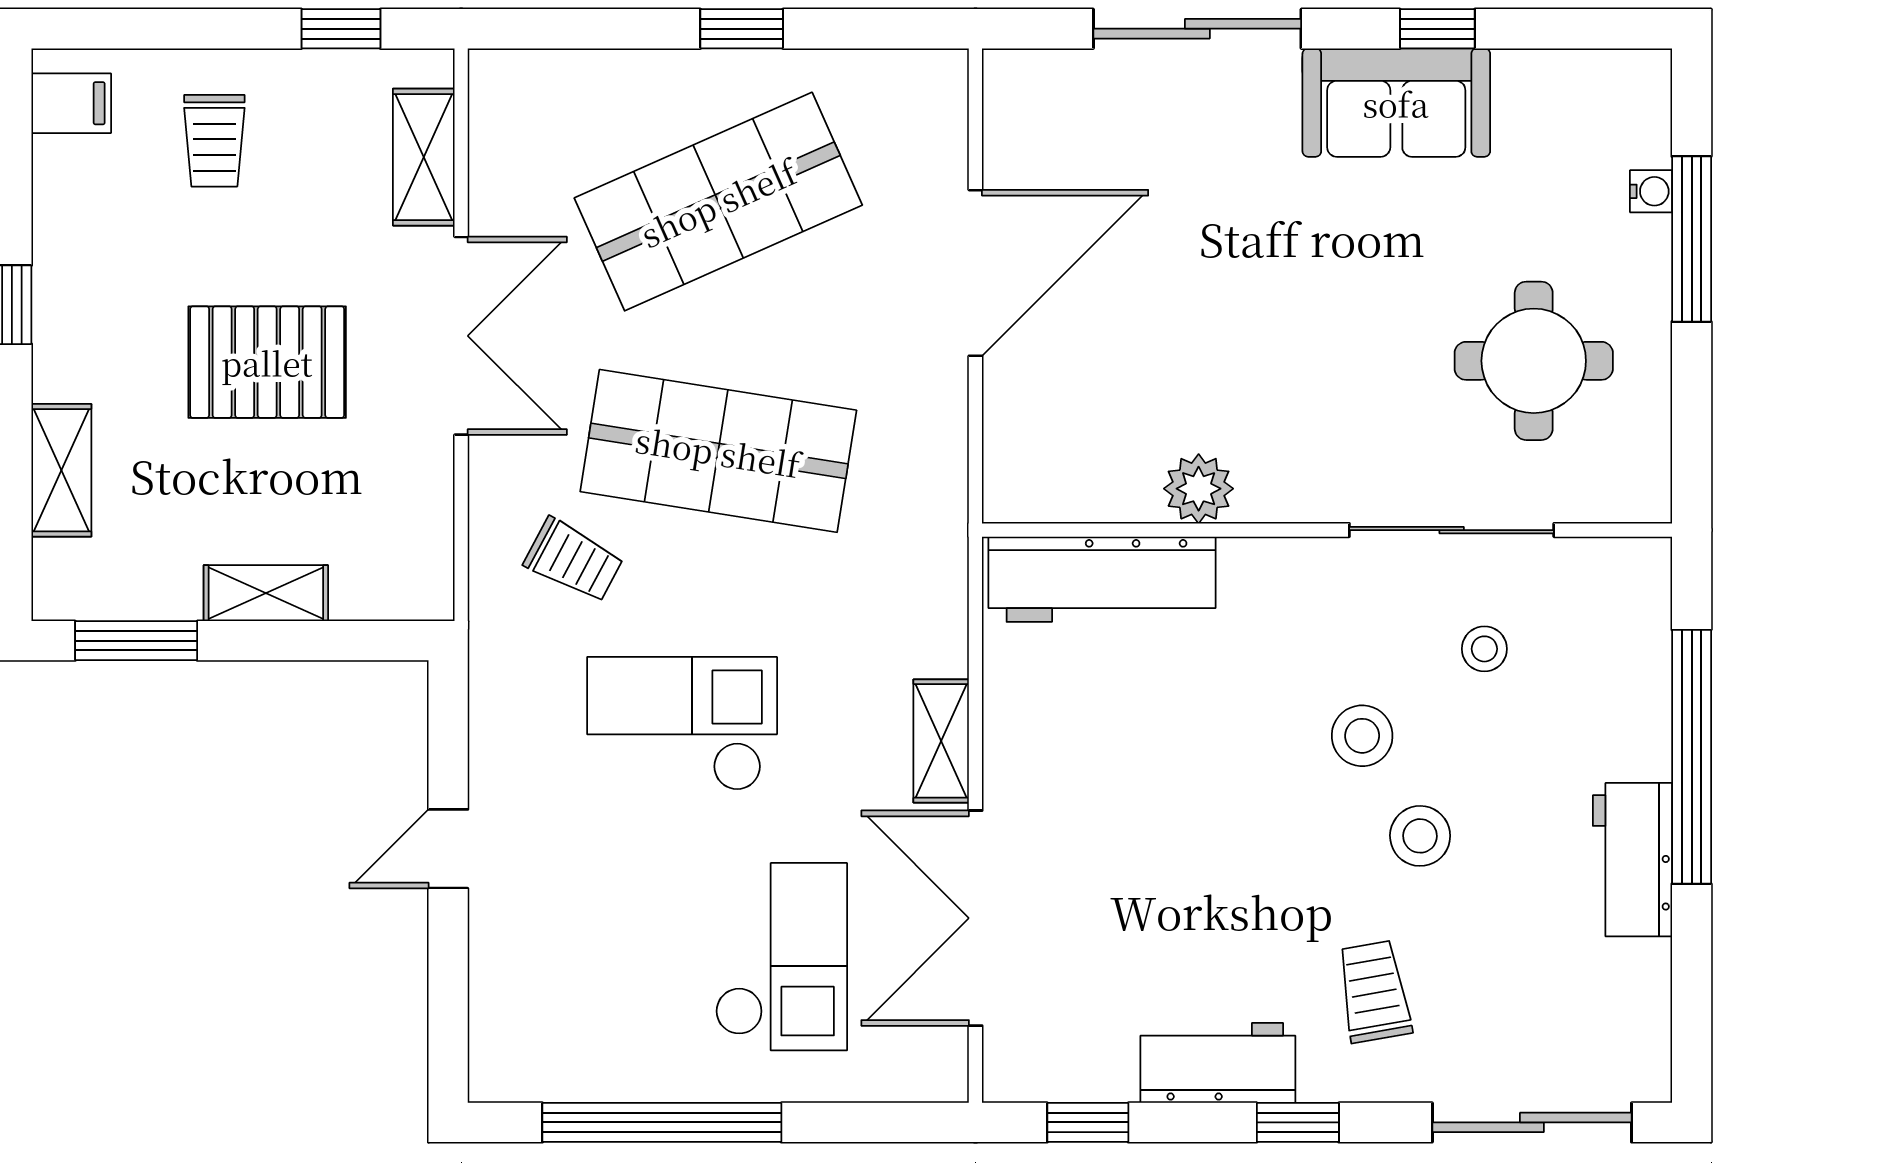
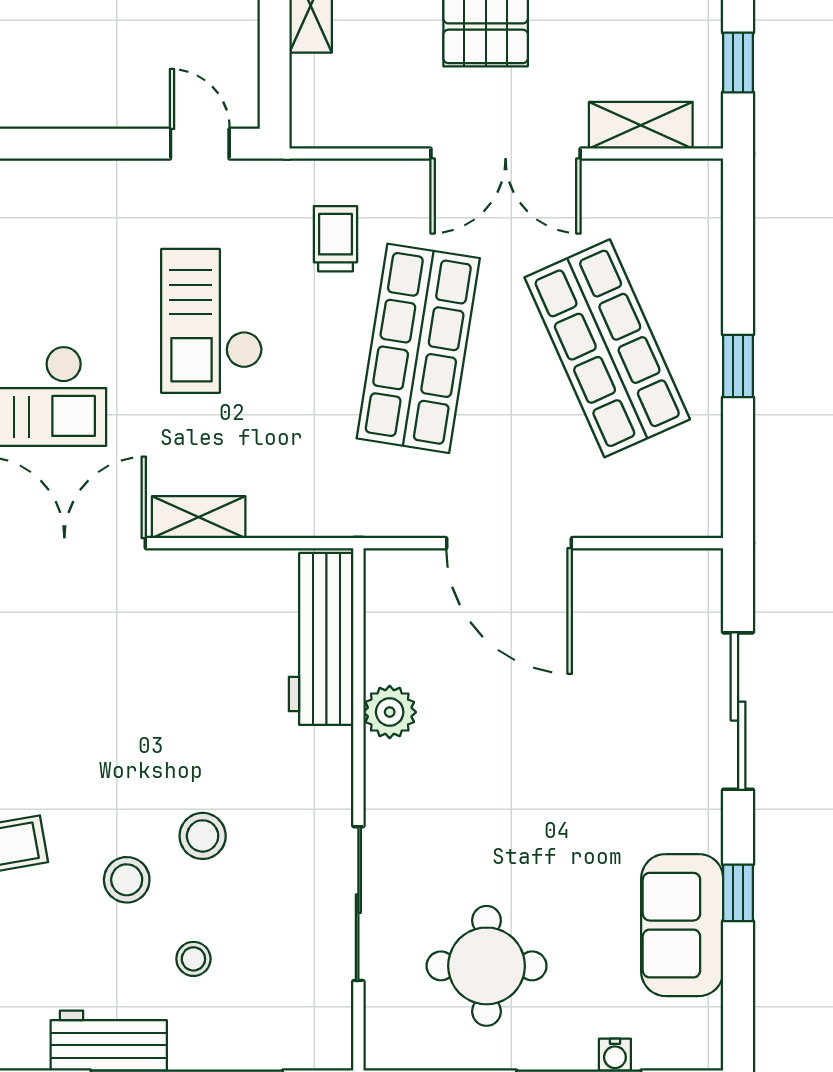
sofa: (1396, 103) -> (682, 925), moved
door: (975, 273) -> (509, 543), moved
trolley: (574, 560) -> (335, 239), turned 152
stool: (1484, 649) -> (193, 959), moved
checkout: (682, 724) -> (212, 321), turned 180
door: (448, 849) -> (200, 144), moved

